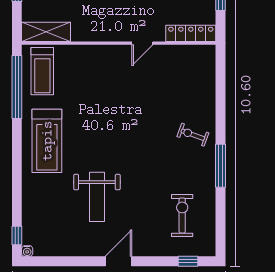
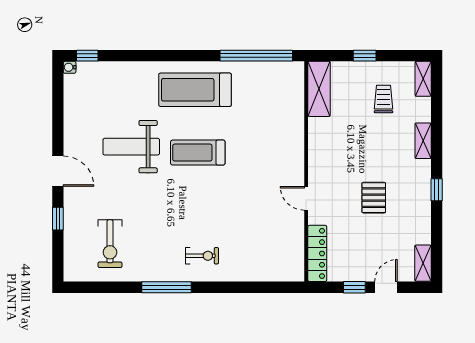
treadmill: (42, 71) -> (198, 153), moved
exercise bike: (193, 135) -> (202, 256), turned 70
exercise bike: (182, 215) -> (110, 244), turned 90
window: (188, 261) -> (58, 219), moved

